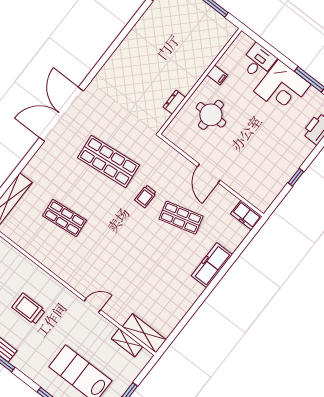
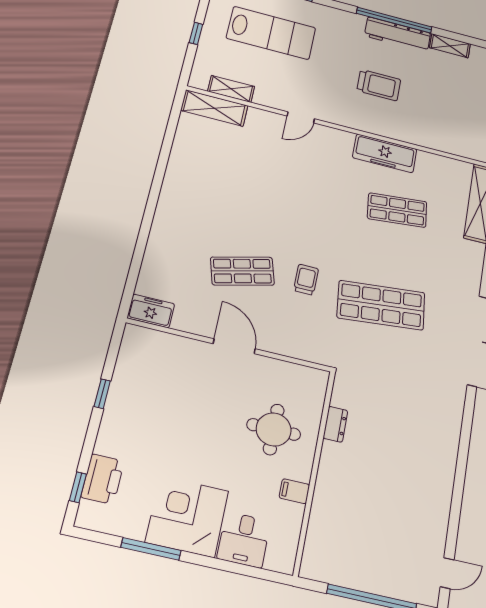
freezer: (212, 265) -> (385, 153), moved, turned 90

